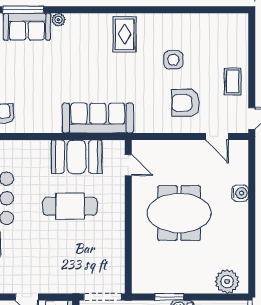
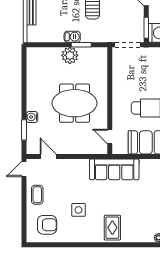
armchair: (186, 103) -> (47, 225), moved
sofa: (98, 118) -> (114, 169), moved
window: (252, 175) -> (24, 130), added
plant: (227, 282) -> (70, 55), moved

